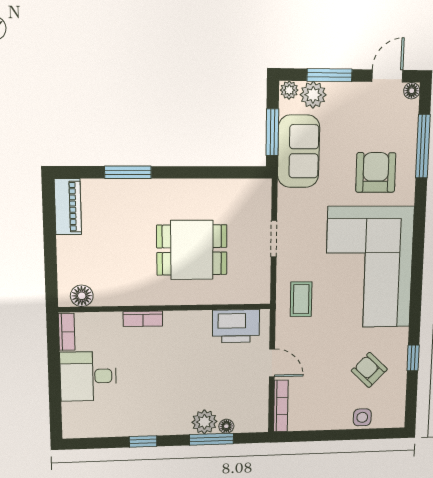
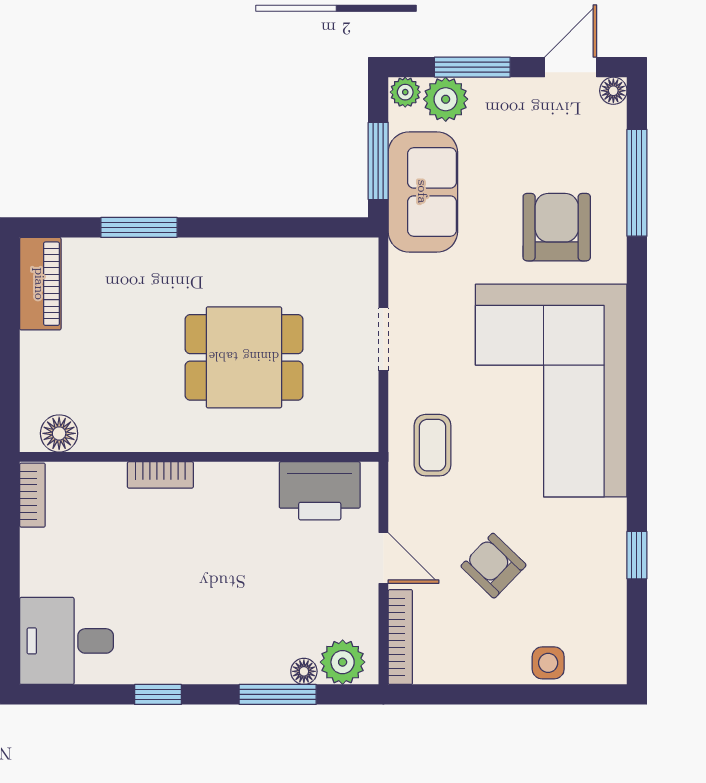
armchair: (369, 370) -> (493, 566), moved
desk: (88, 376) -> (67, 641), moved
plant: (204, 422) -> (343, 662), moved

